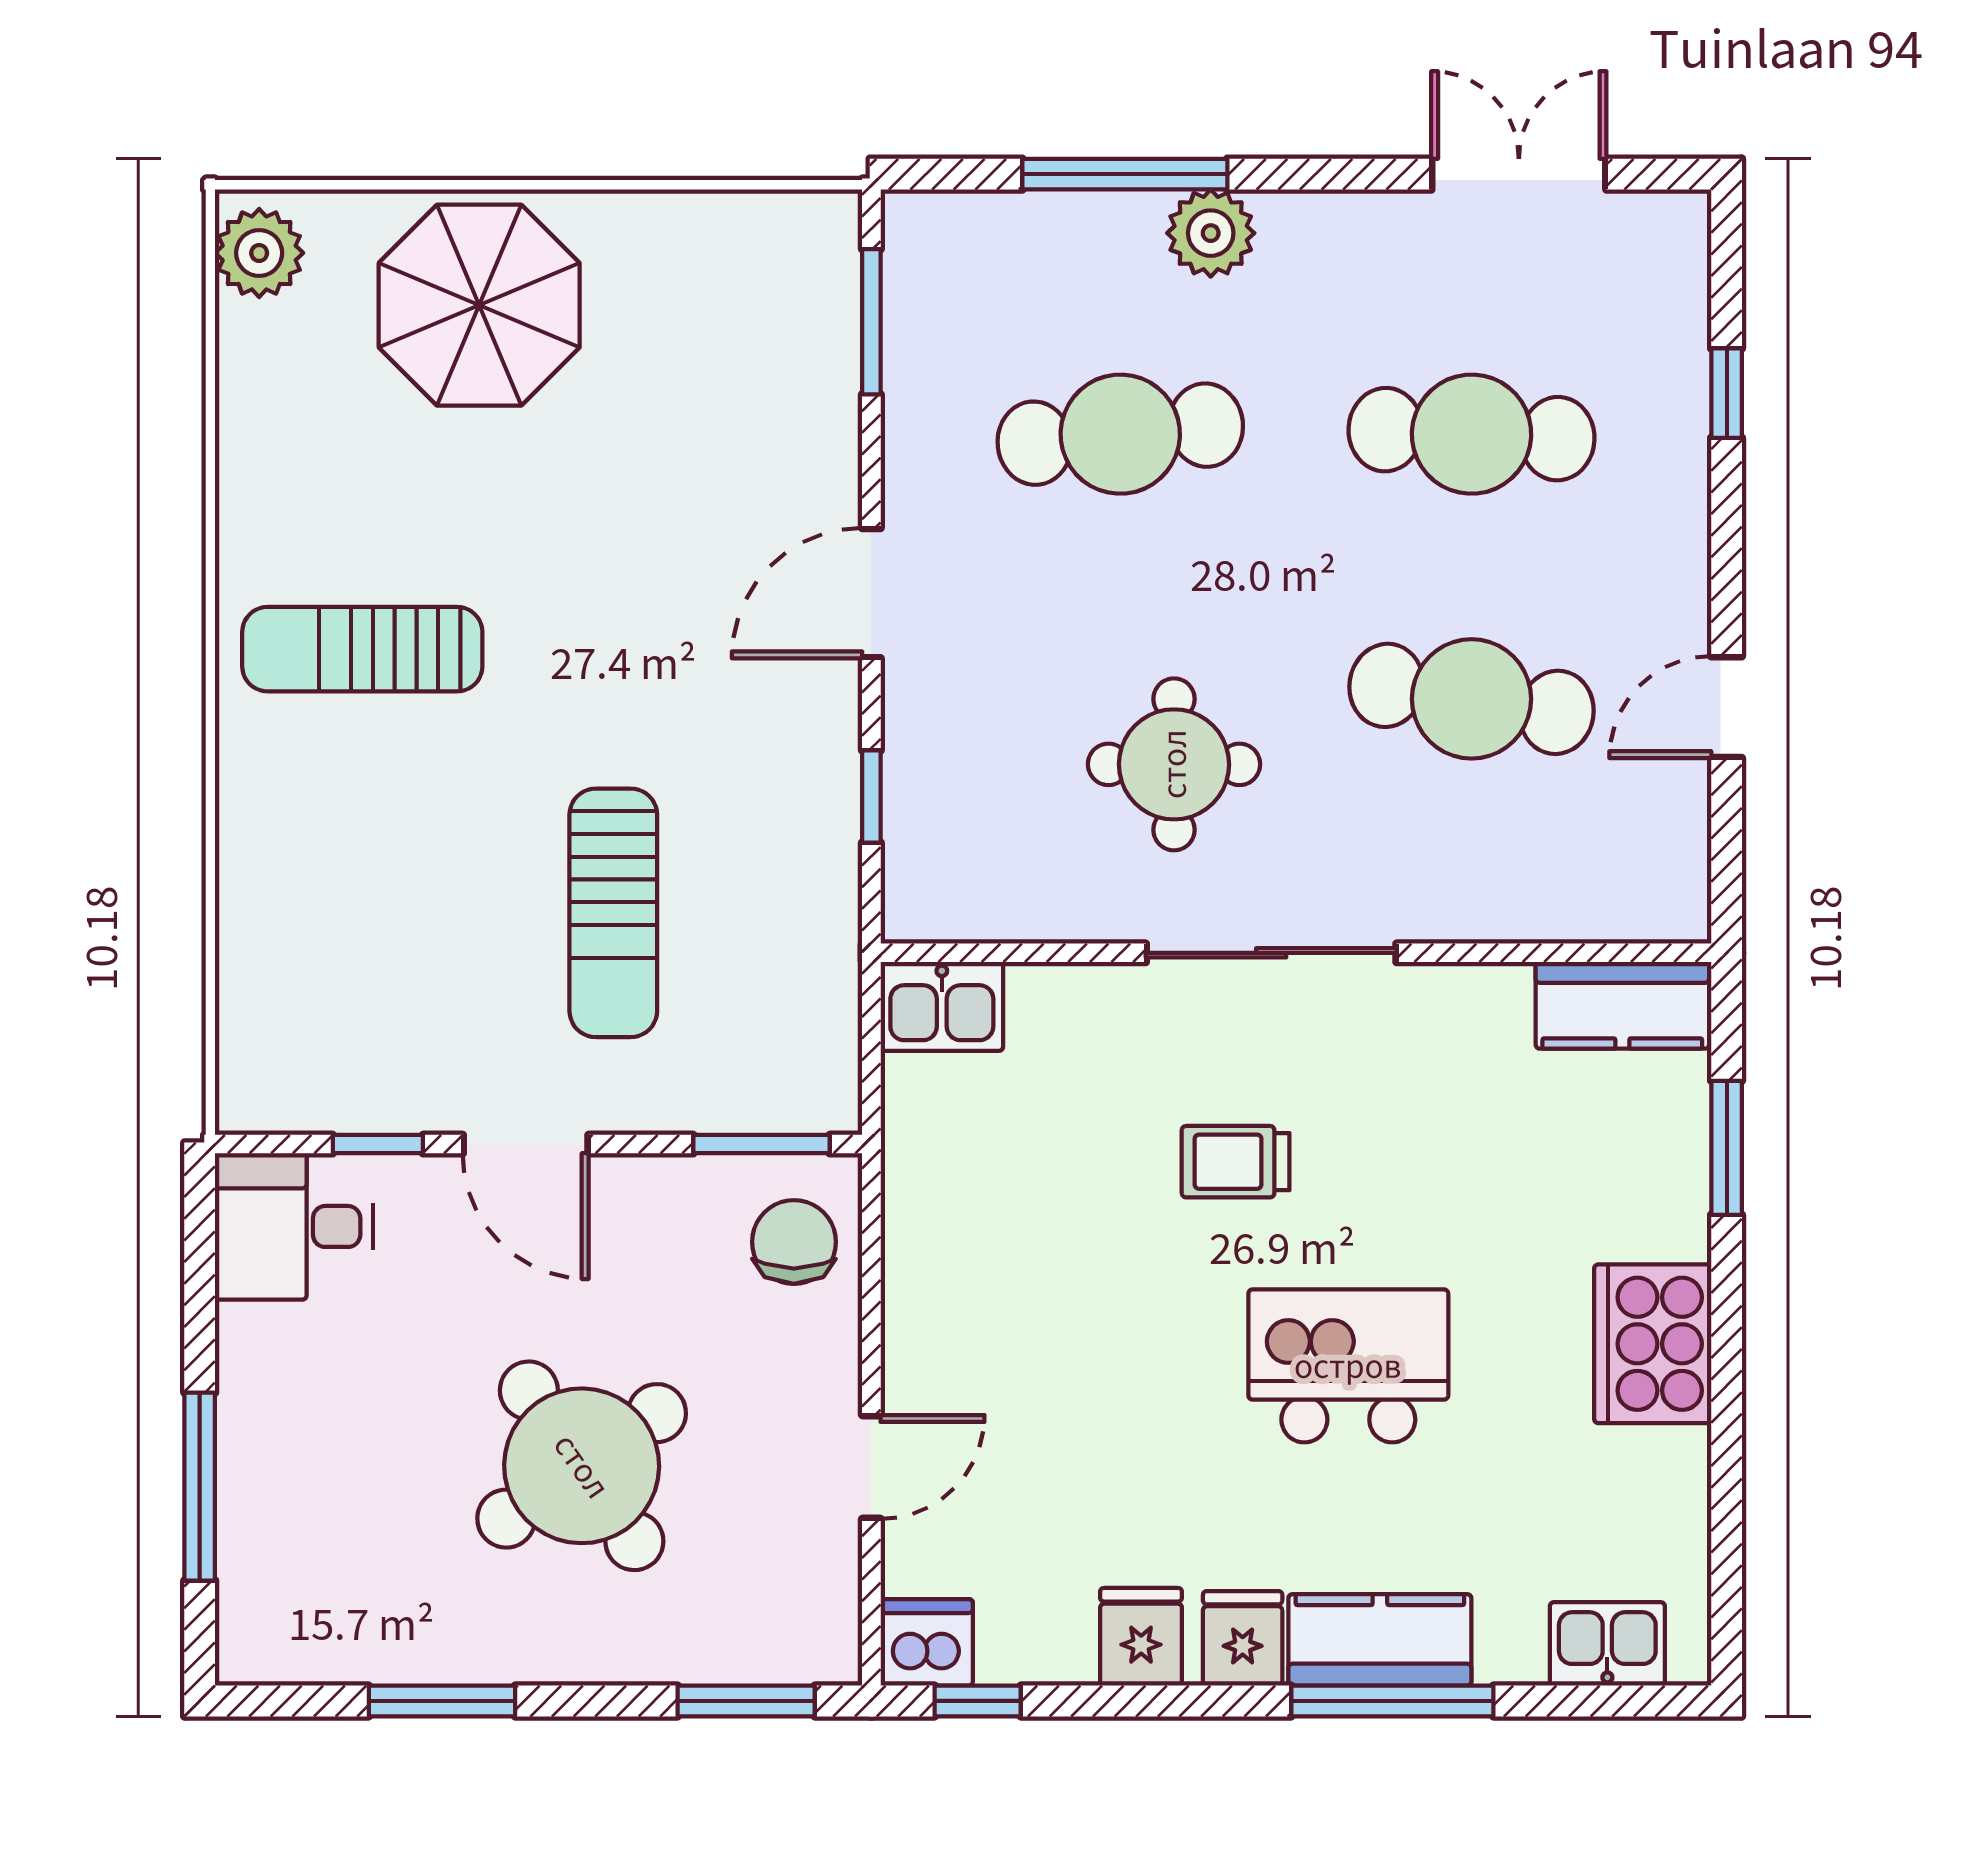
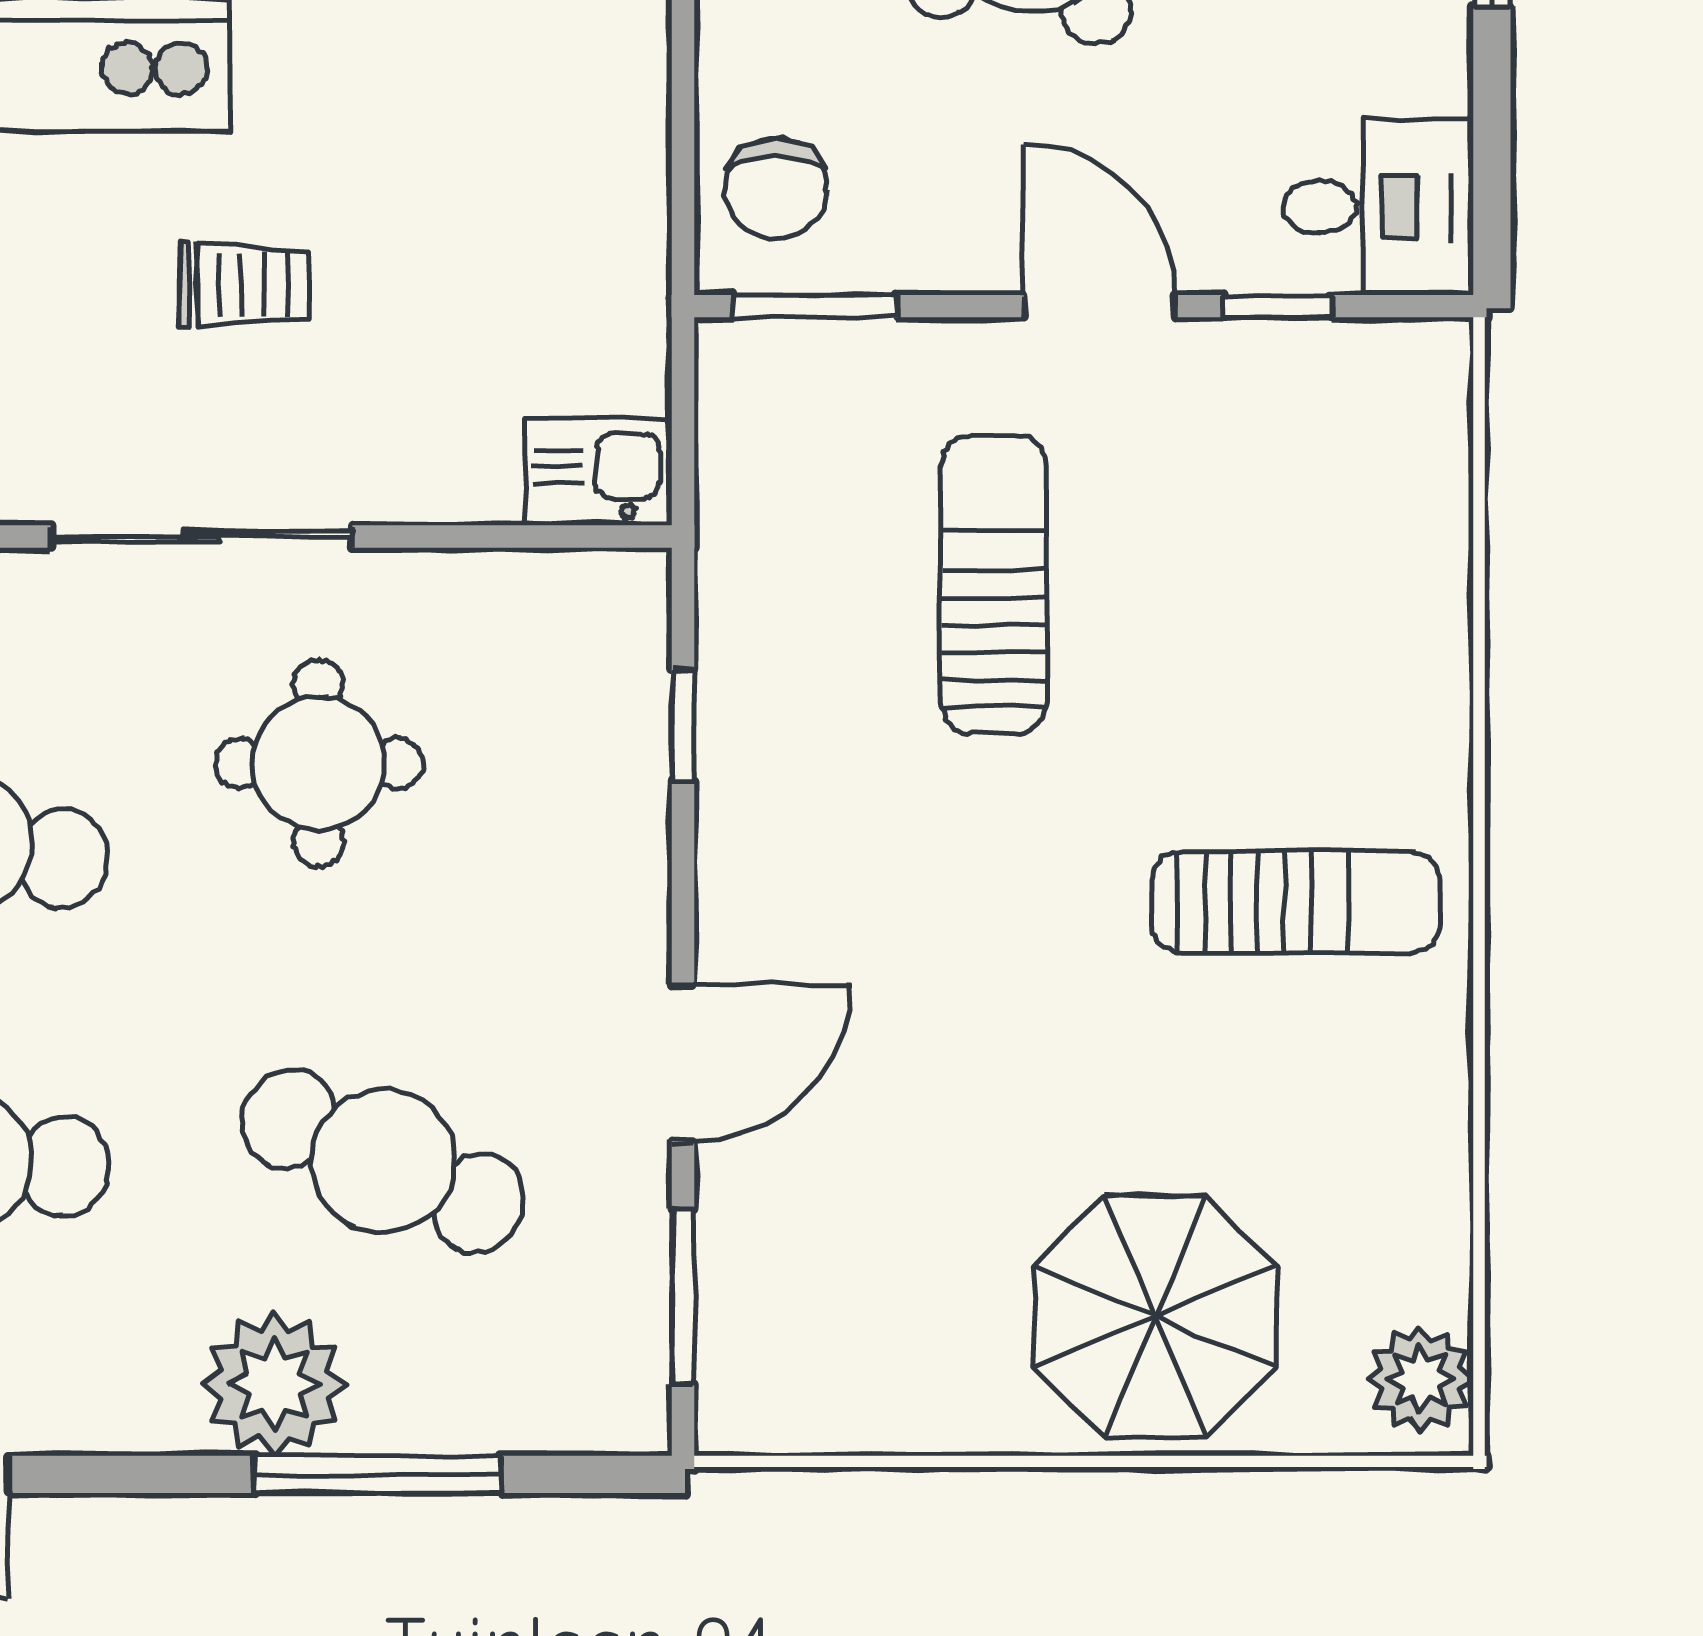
plant: (1211, 233) -> (274, 1384), width x1.36, depth x1.36
cafe table: (1120, 434) -> (383, 1161), turned 30
door: (871, 593) -> (683, 1063), moved

